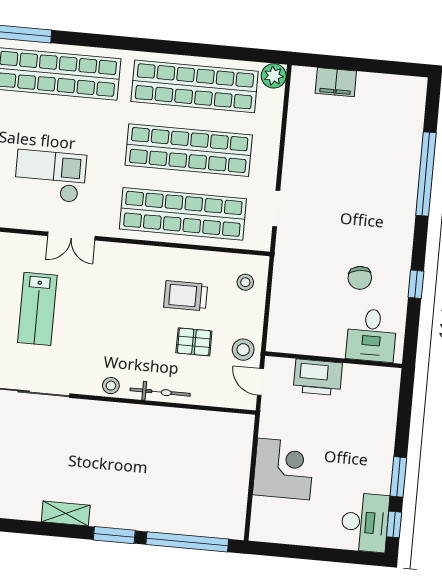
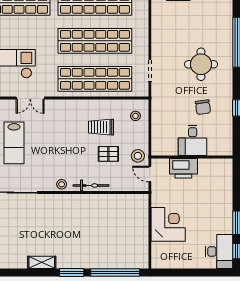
round table: (363, 206) -> (201, 64), added
desk: (372, 335) -> (193, 140), moved

